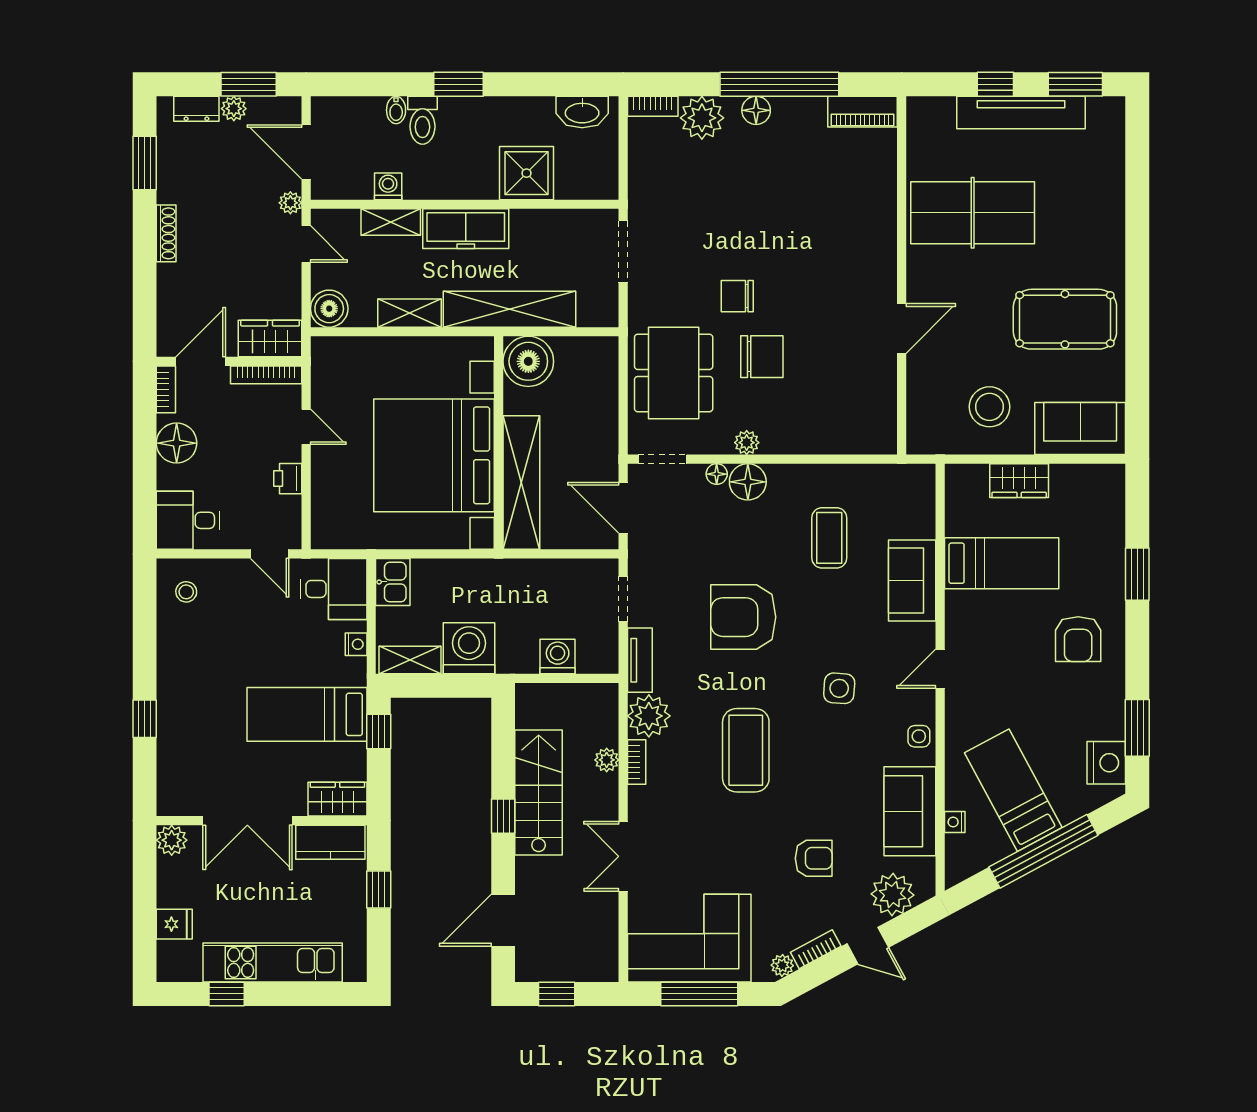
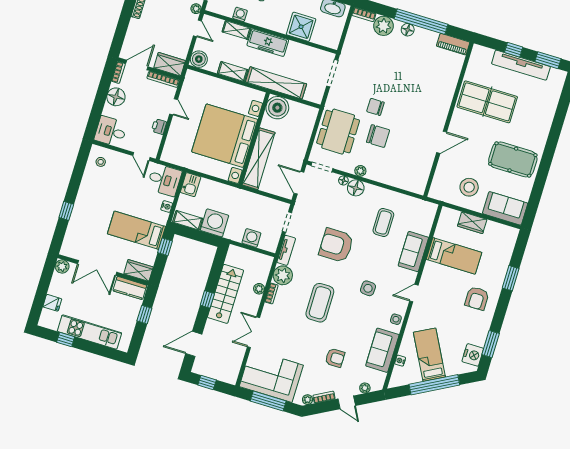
plant: (892, 894) -> (365, 388), width x0.53, depth x0.53

